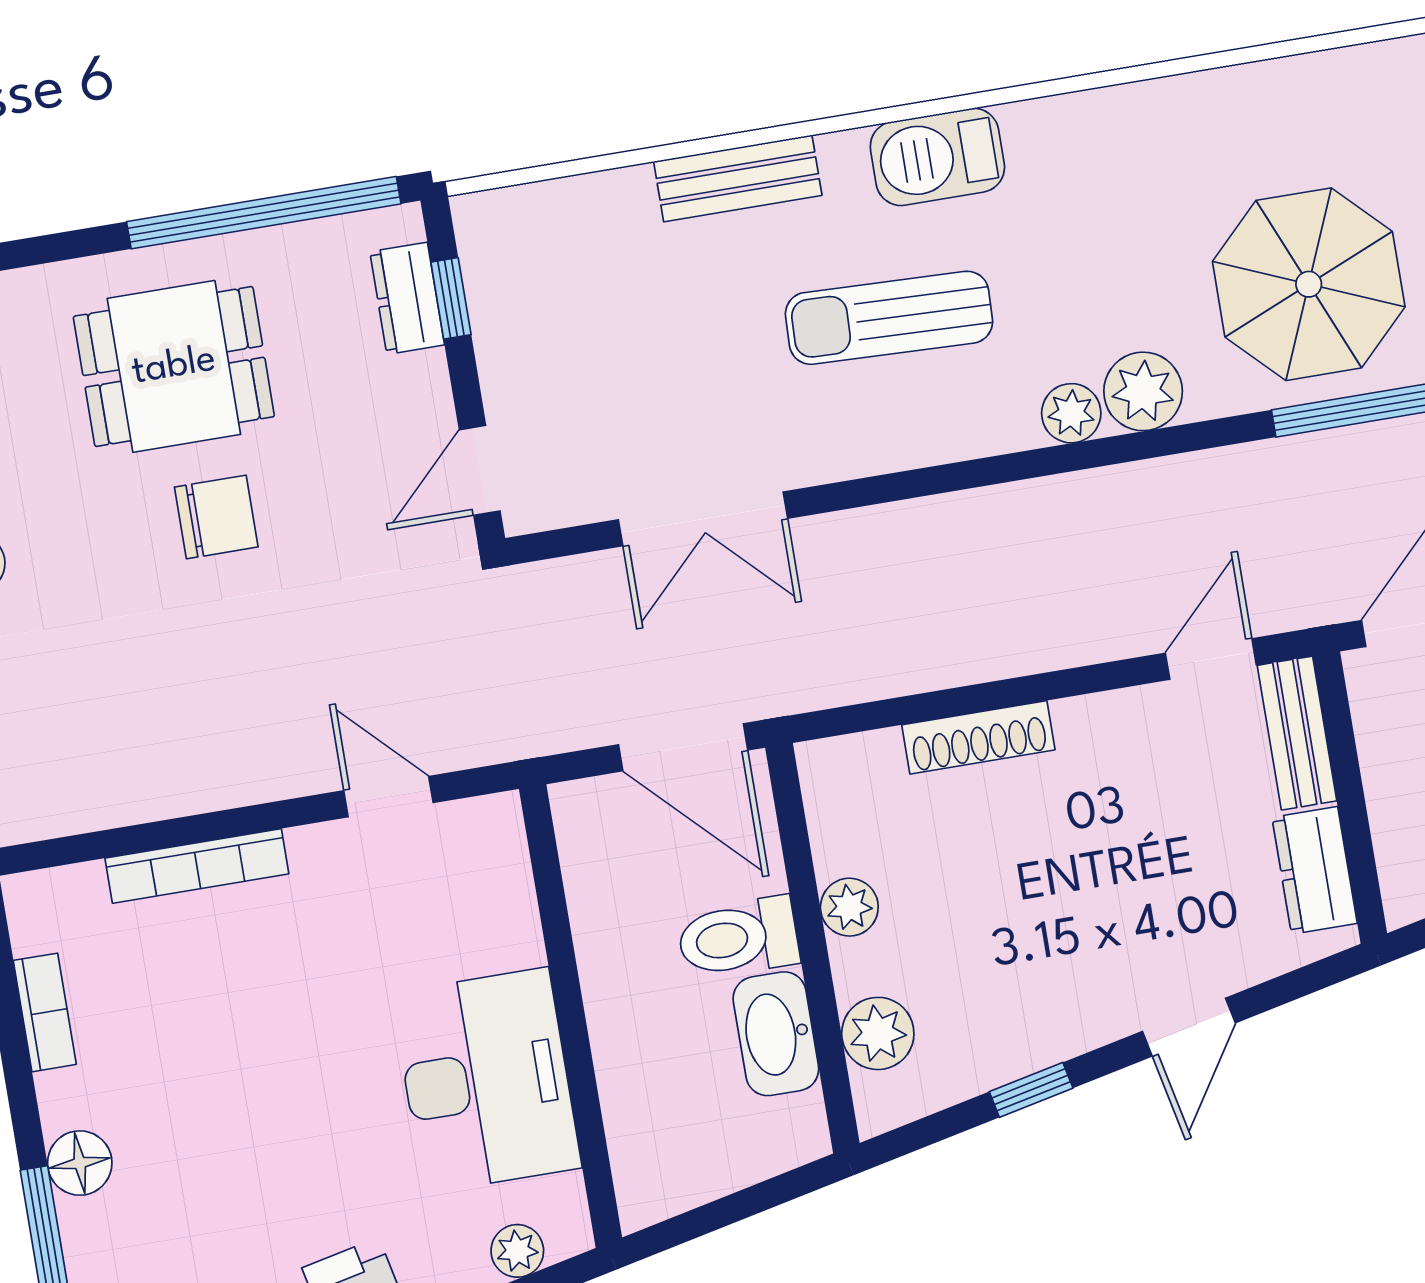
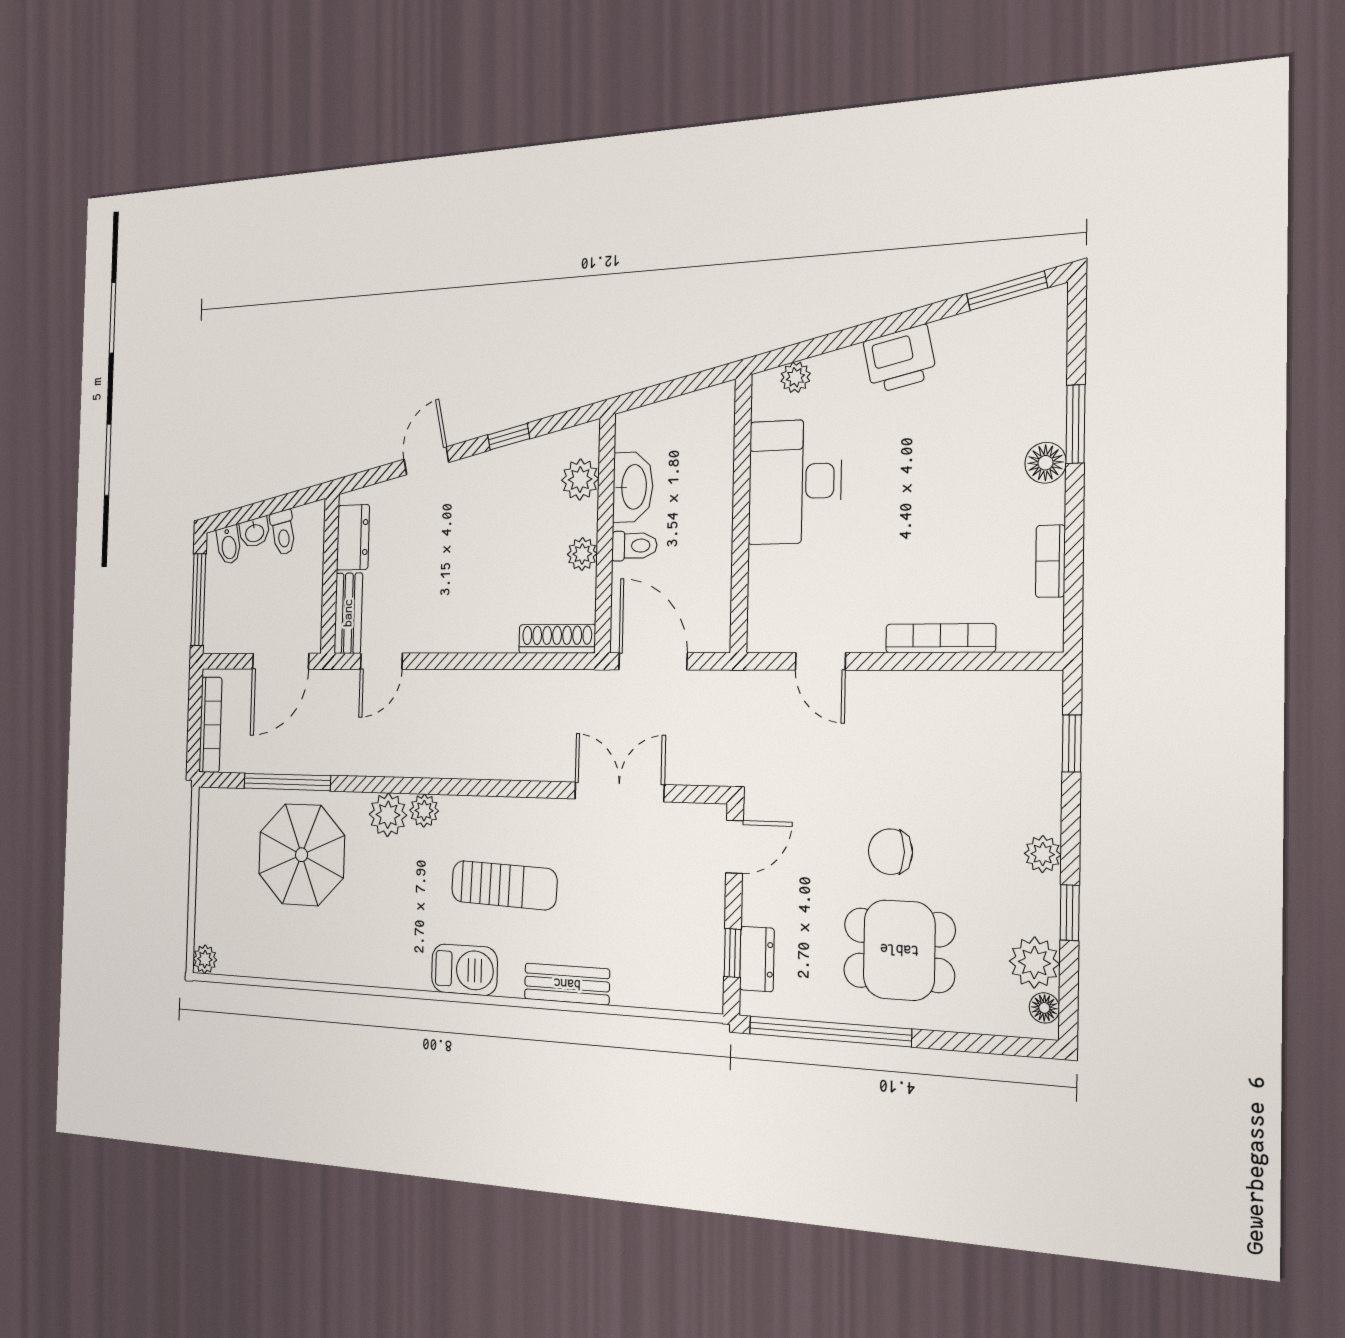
shoe rack: (978, 737) -> (557, 639), moved
toilet: (738, 938) -> (634, 546), width x0.73, depth x0.72

